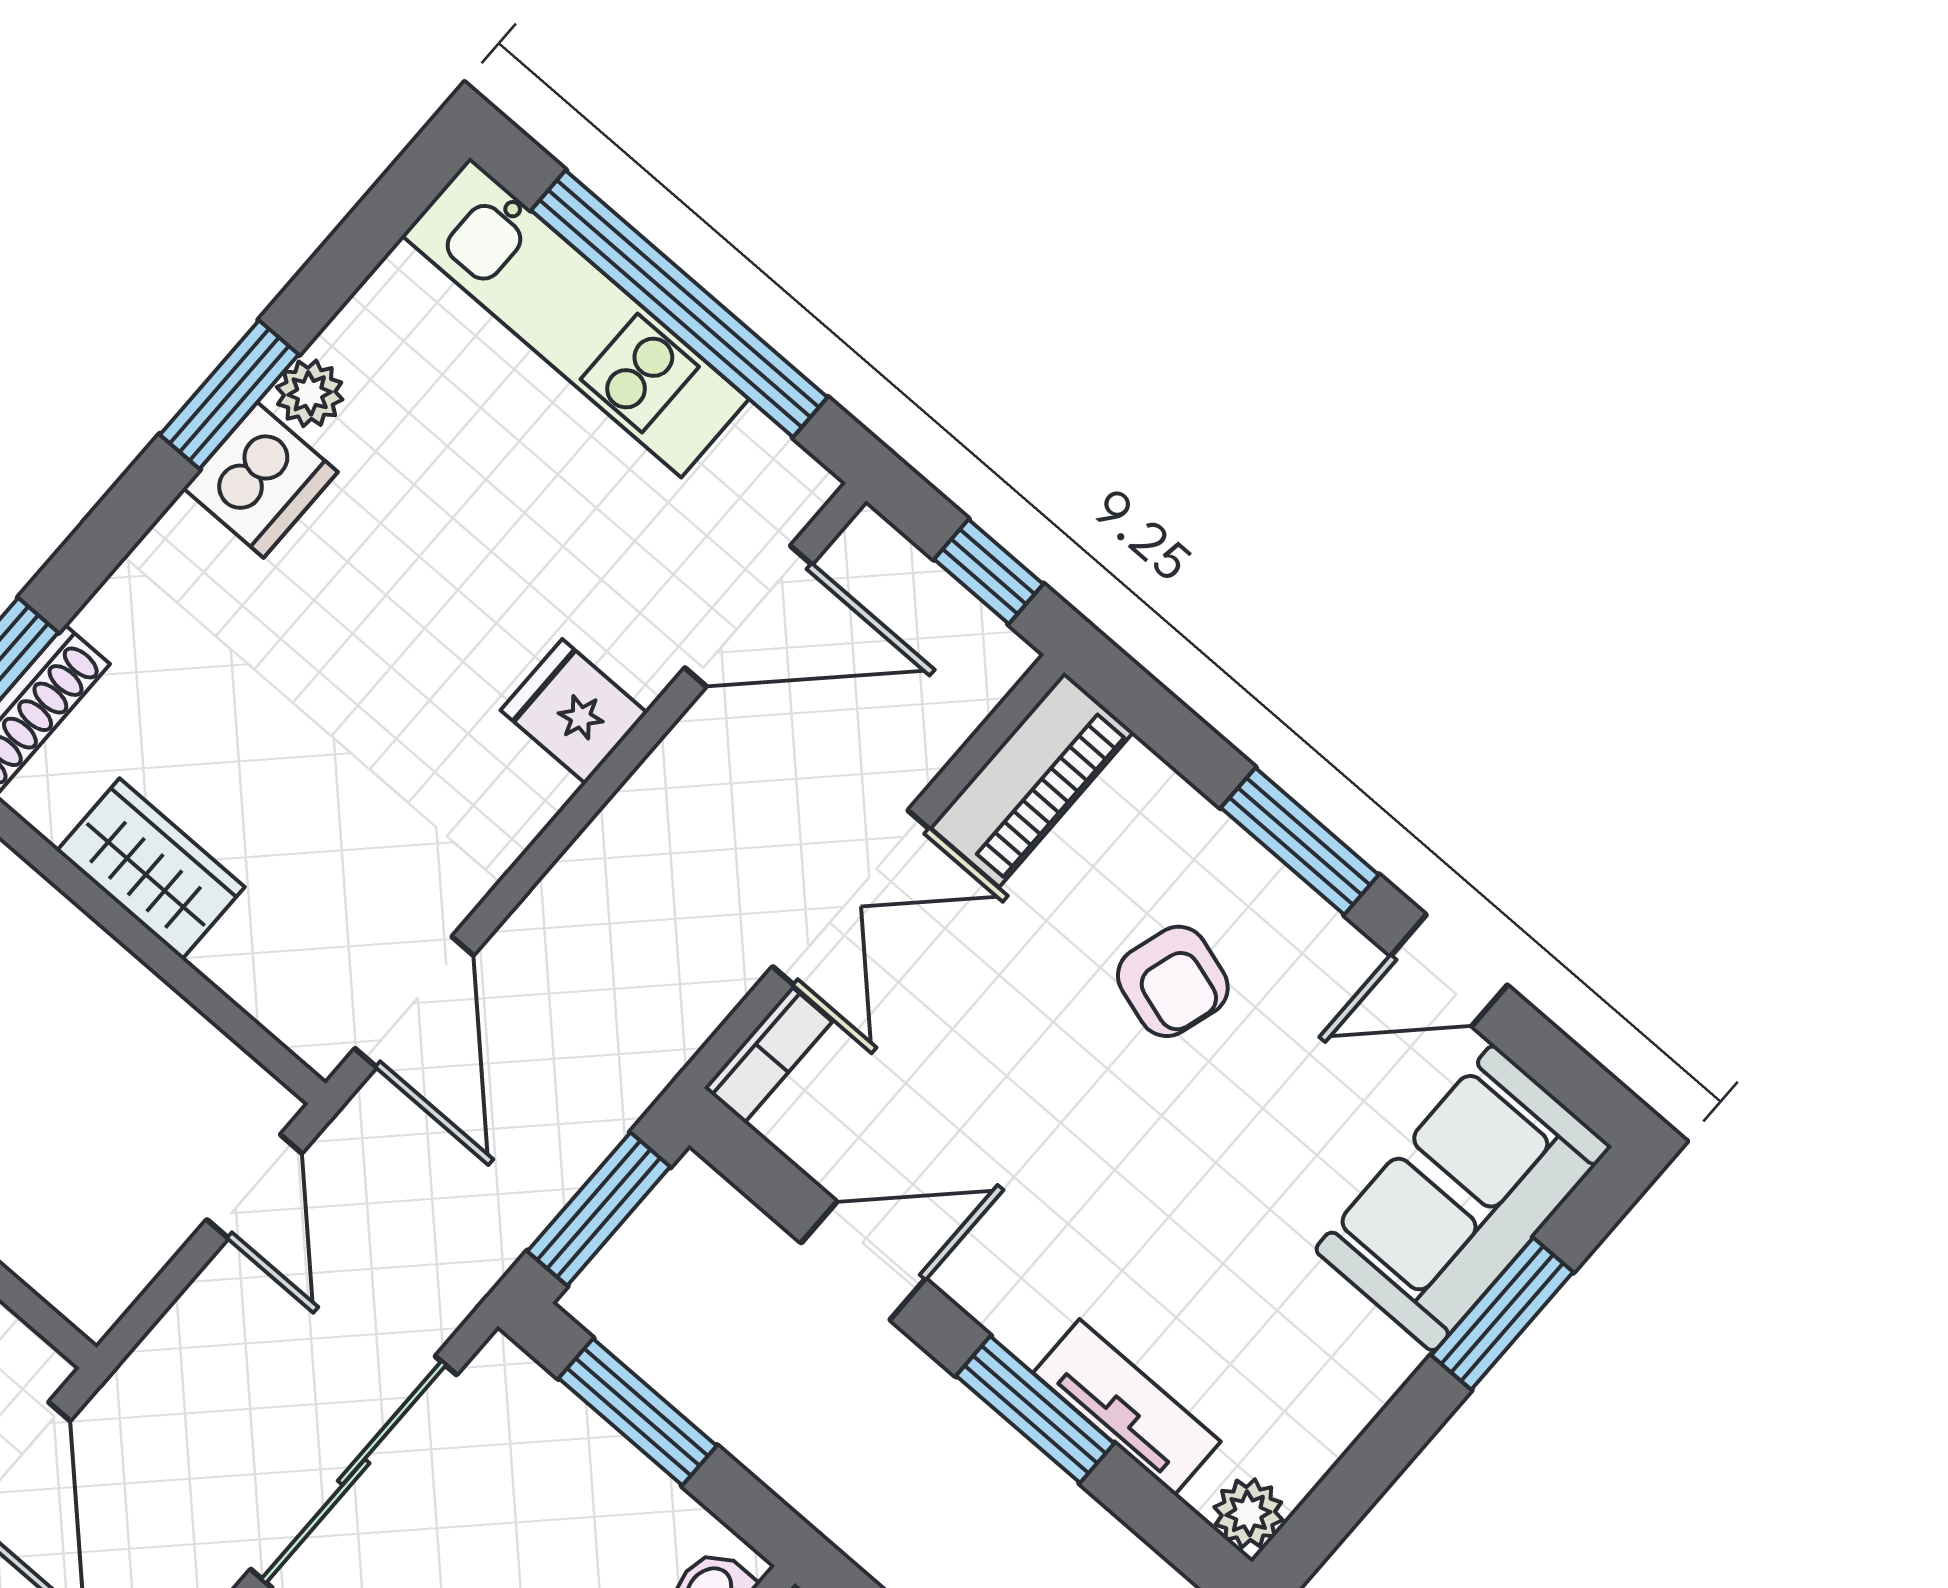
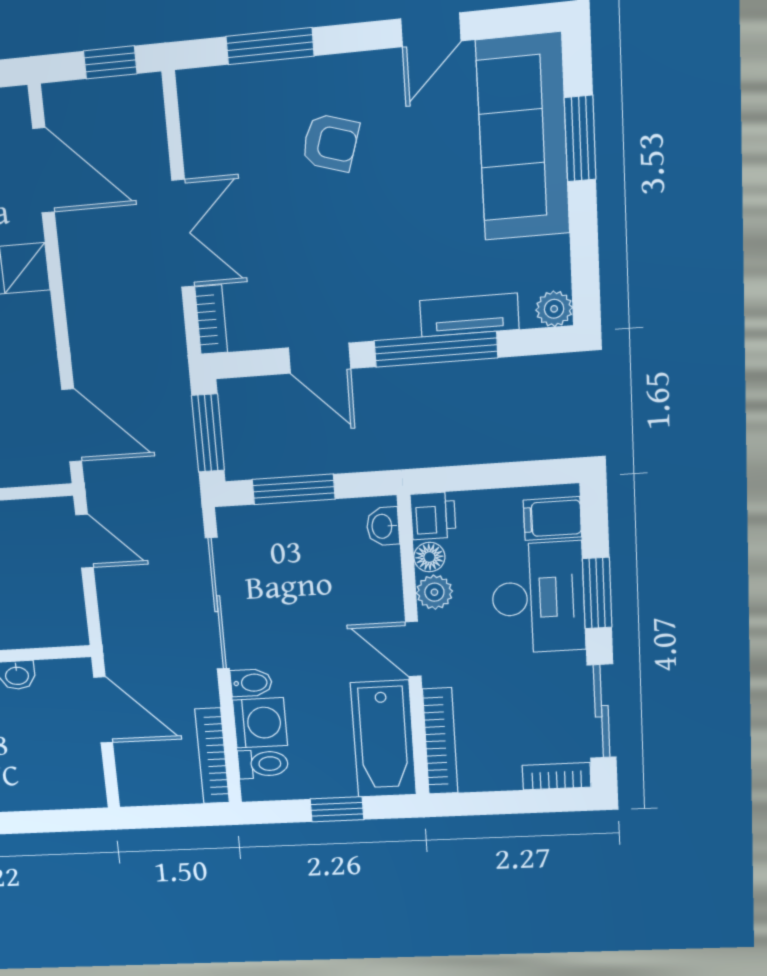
door: (748, 616) -> (44, 170), hinge flipped
piano: (1032, 779) -> (203, 123), removed
window: (1300, 841) -> (270, 46), moved
sofa: (1463, 1198) -> (523, 137), width x1.36
door: (863, 1261) -> (320, 358), swing flipped
window: (1035, 1410) -> (436, 349), width x1.44

